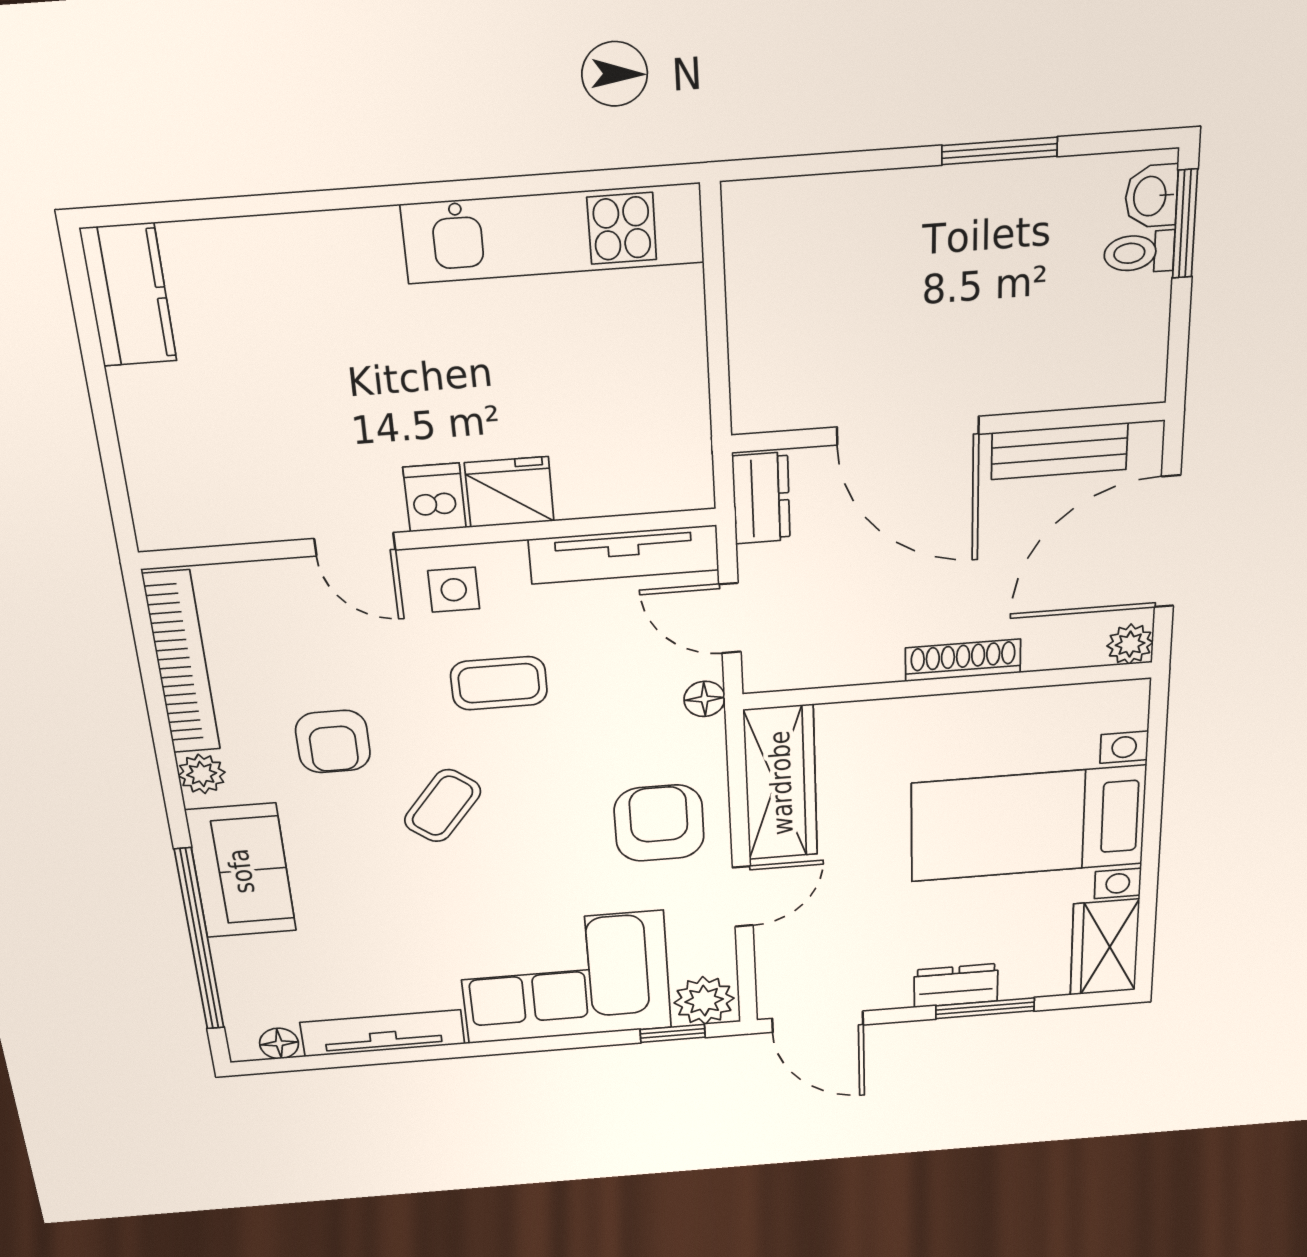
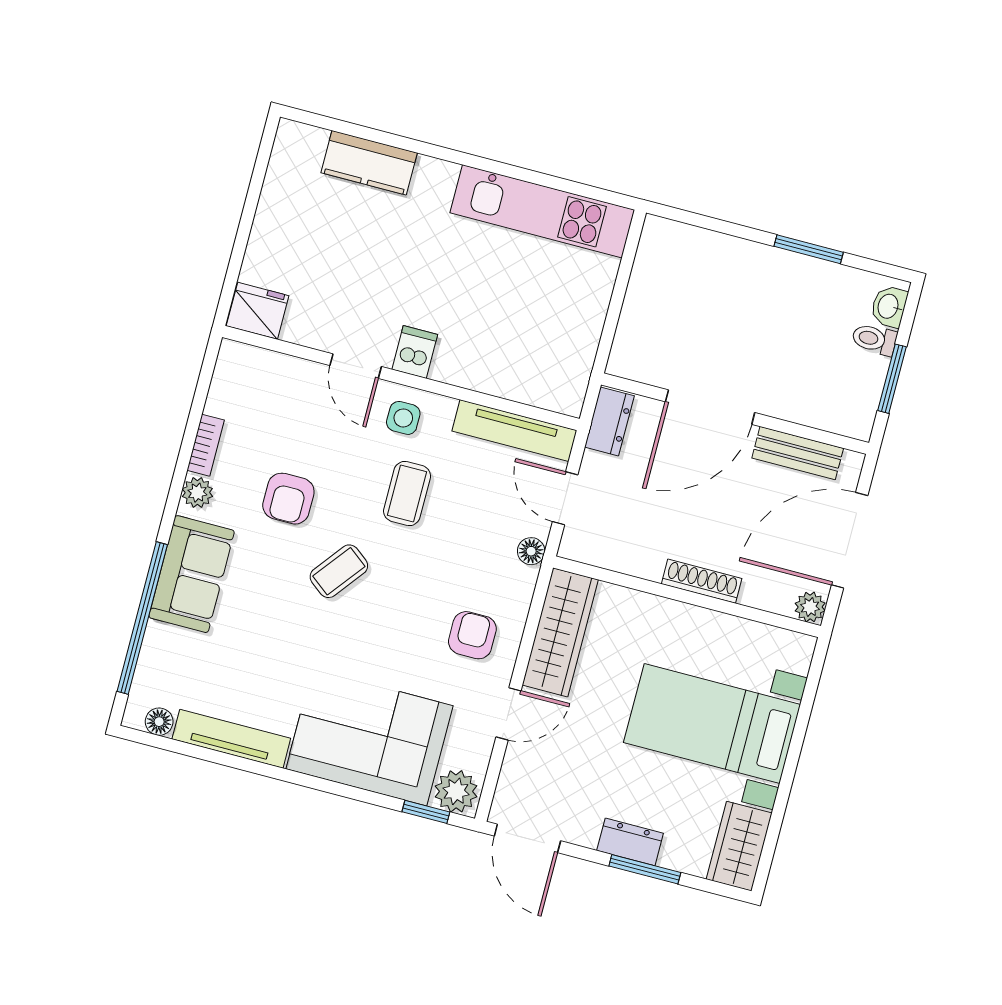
window: (1185, 224) -> (892, 379), moved
kitchen counter: (128, 295) -> (369, 163), moved, turned 90
door: (908, 431) -> (710, 407), hinge flipped
fridge: (509, 492) -> (258, 311), moved
bookcase: (182, 663) -> (206, 445), width x0.43, depth x0.76
coffee table: (499, 683) -> (407, 494), turned 90
armchair: (659, 823) -> (472, 635), width x0.72, depth x0.72

